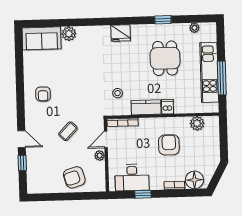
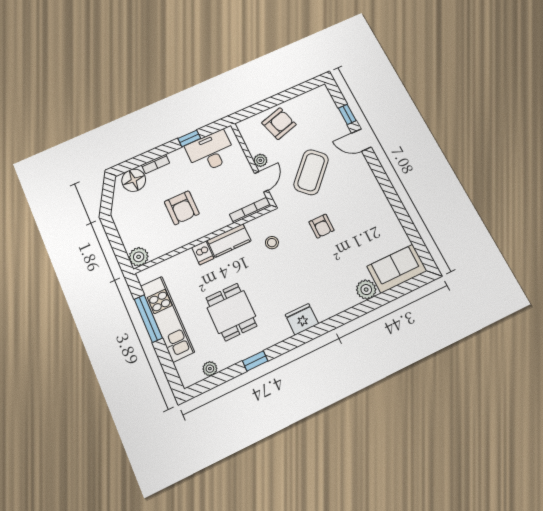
armchair: (43, 94) -> (322, 226), moved, turned 180
plant: (197, 123) -> (139, 257), moved
coffee table: (68, 131) -> (311, 172), width x1.86, depth x1.72

